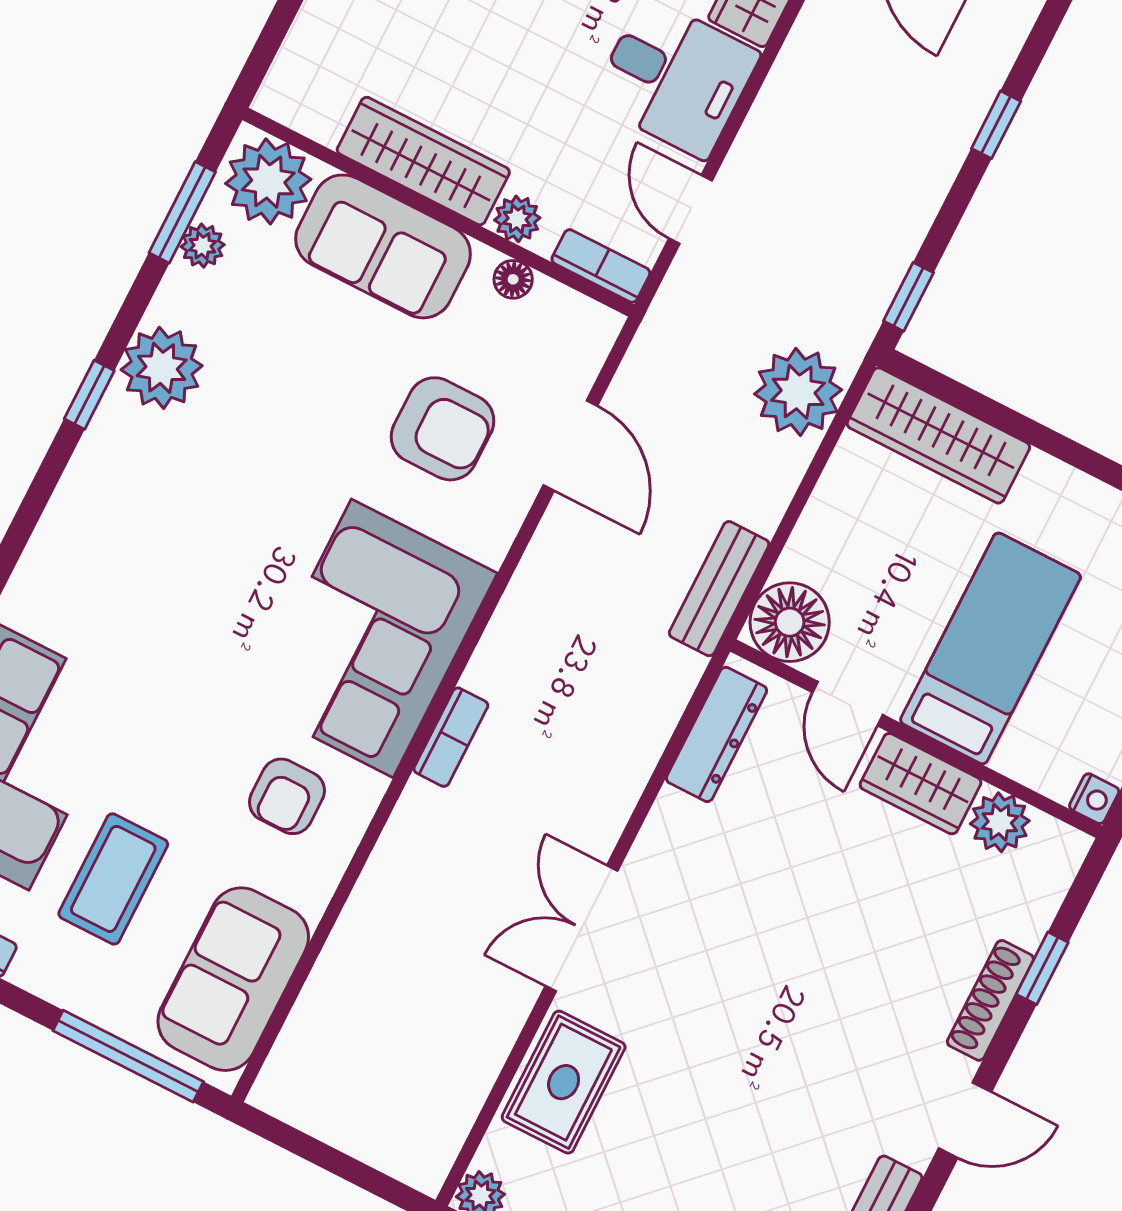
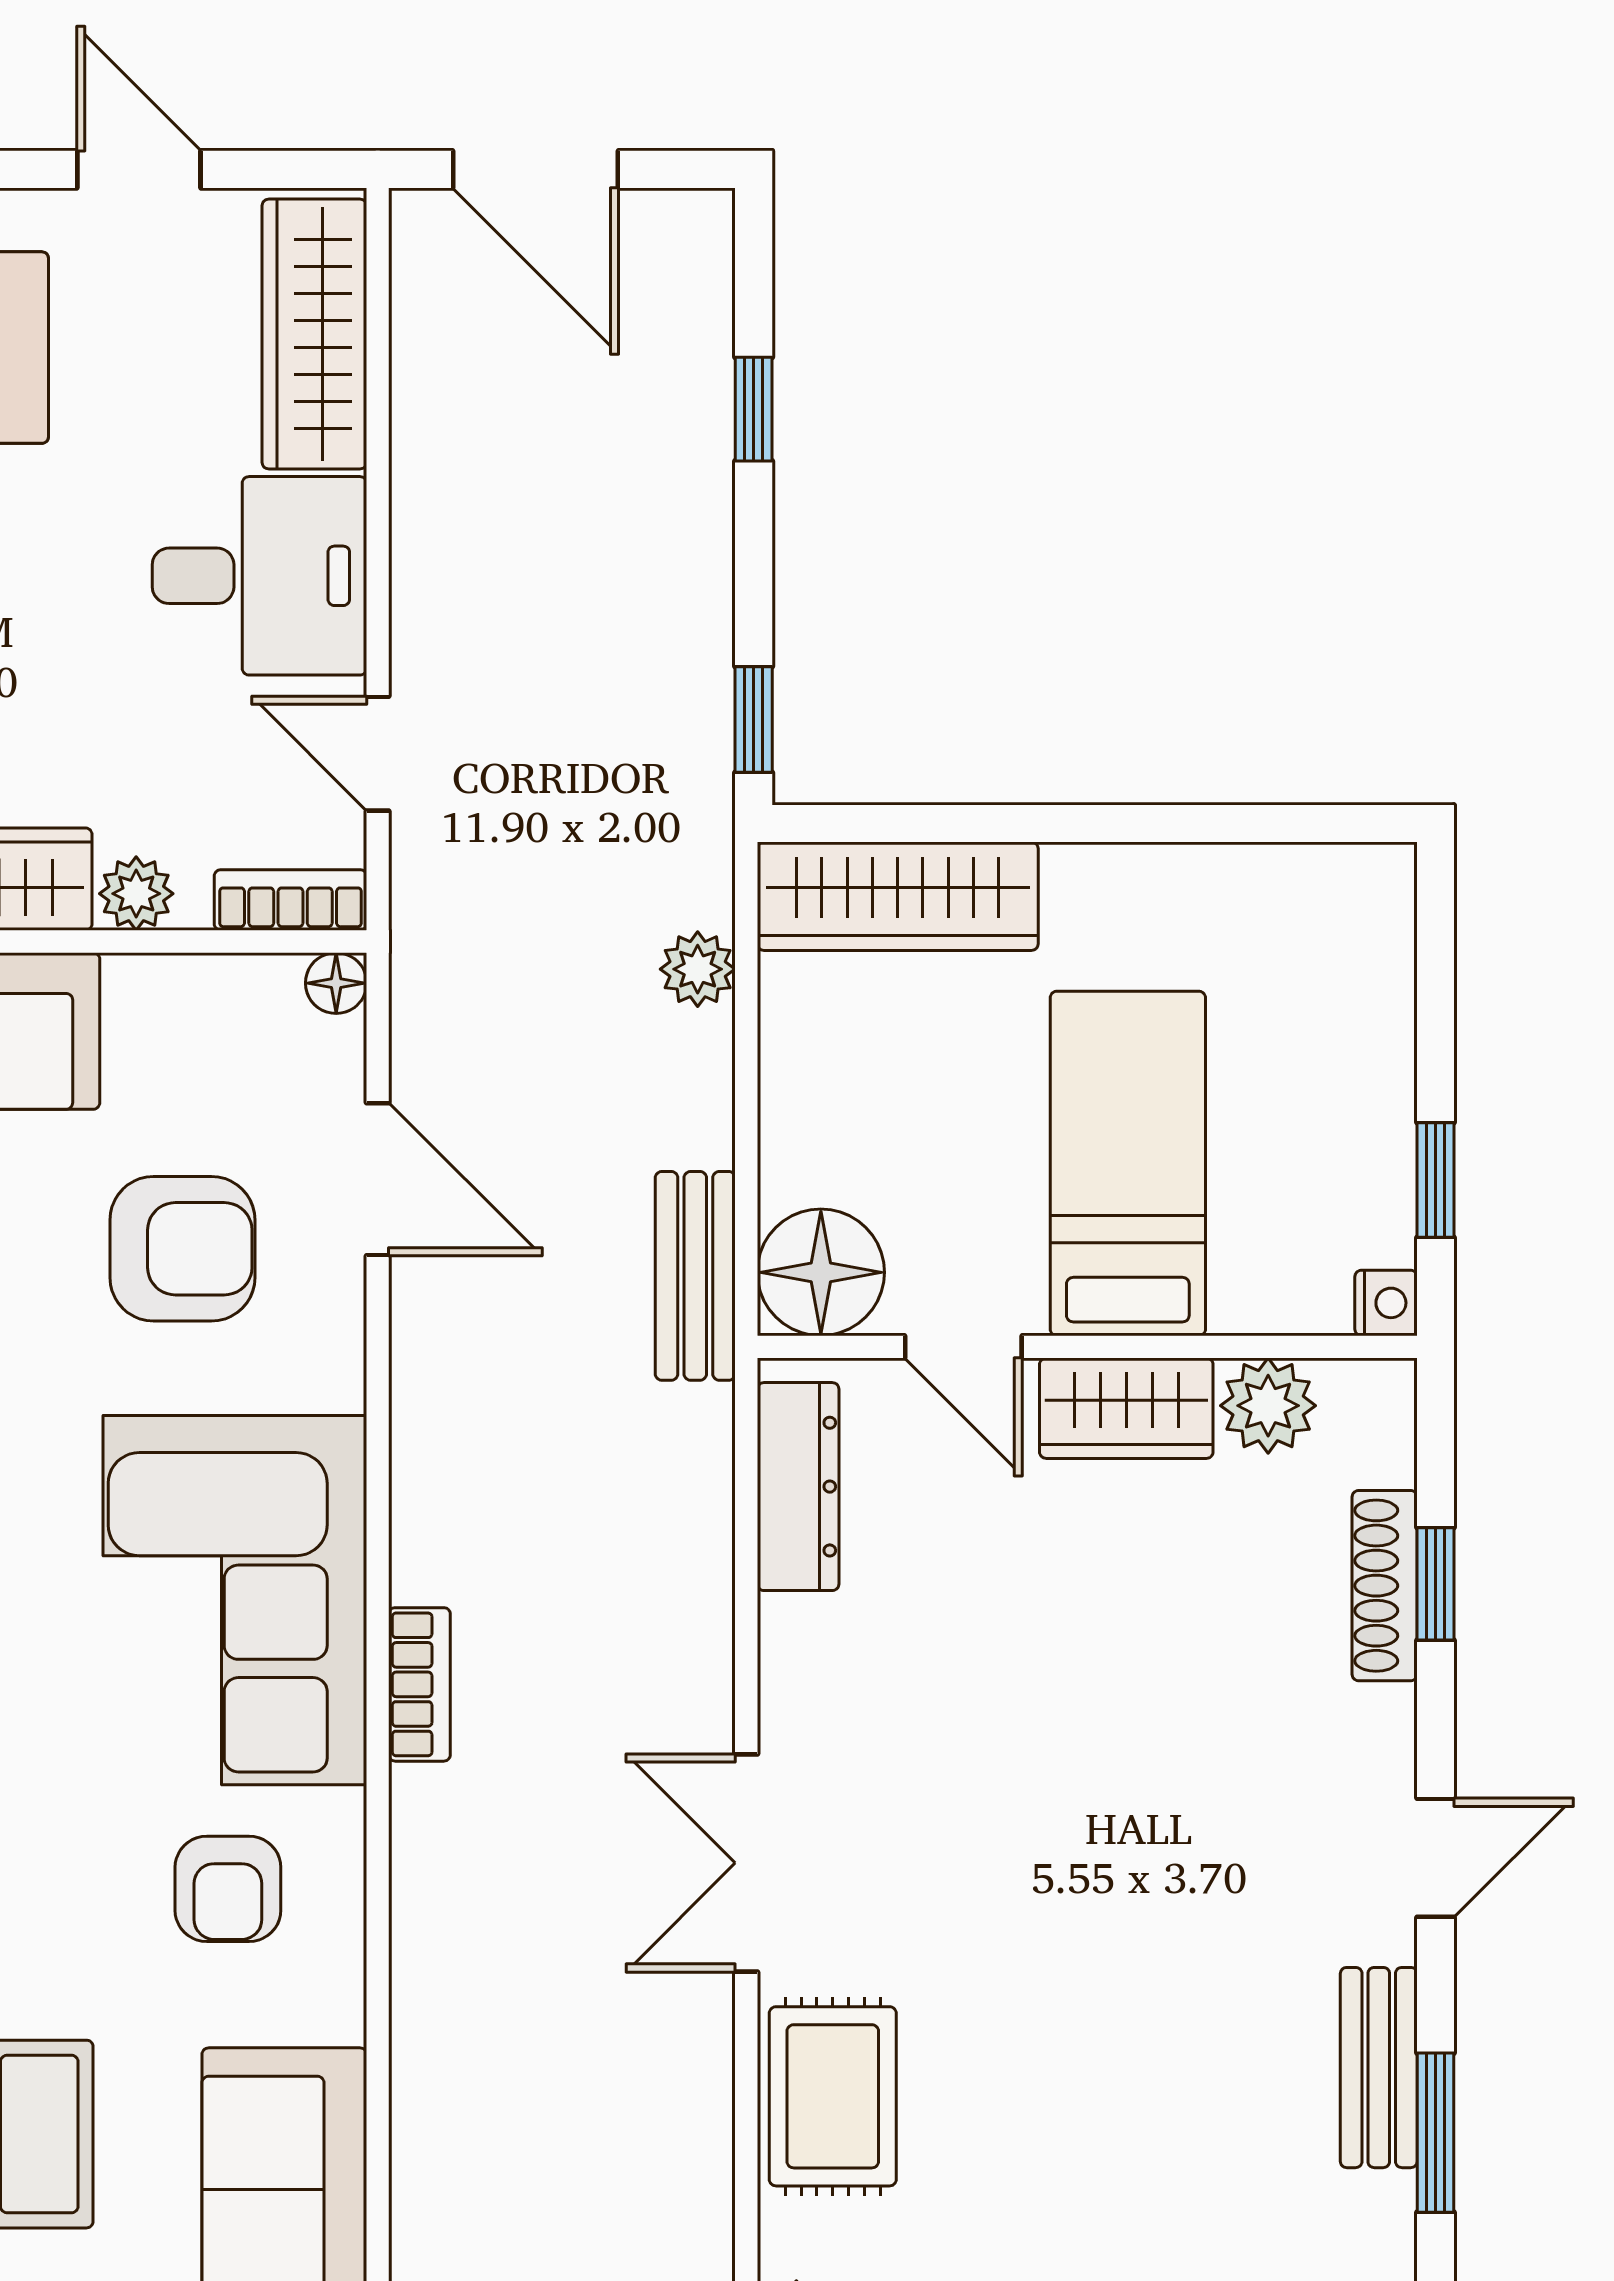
floor lamp: (513, 279) -> (336, 983), moved
plant: (798, 392) -> (698, 969), width x0.53, depth x0.53
shoe rack: (990, 1000) -> (1385, 1586), moved

